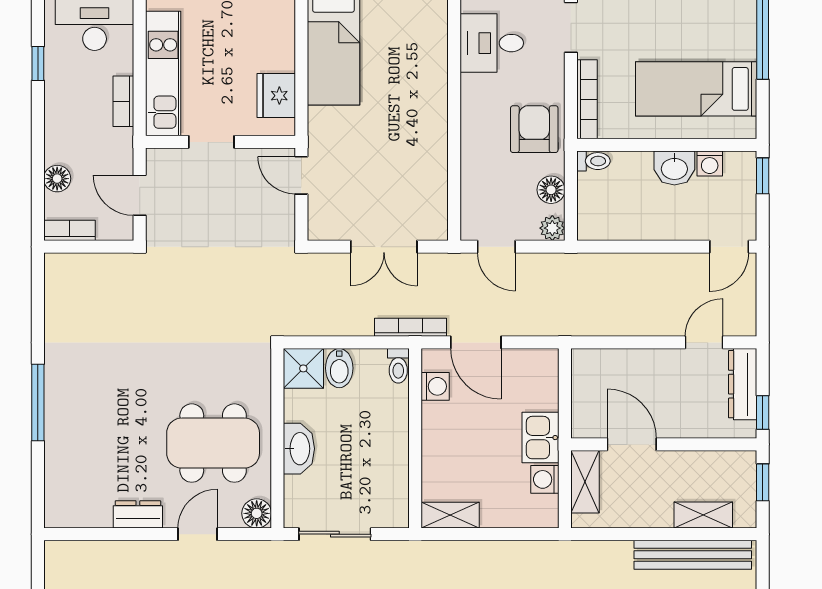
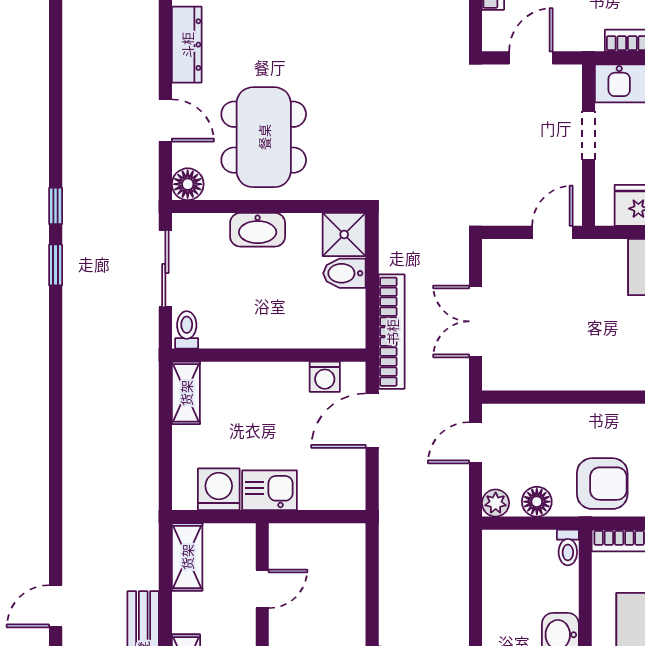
bookcase: (411, 327) -> (392, 332), width x1.48, depth x1.31
toilet: (398, 366) -> (187, 330), moved, turned 90
door: (632, 444) -> (262, 589), width x0.73
washing machine: (545, 479) -> (219, 489), width x1.38, depth x1.38
shelving: (585, 482) -> (187, 557), moved, turned 90
dresser: (138, 514) -> (187, 45), width x1.44

